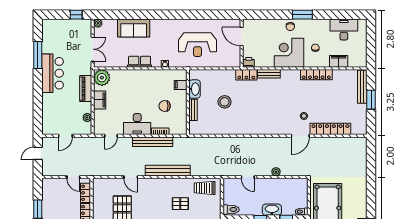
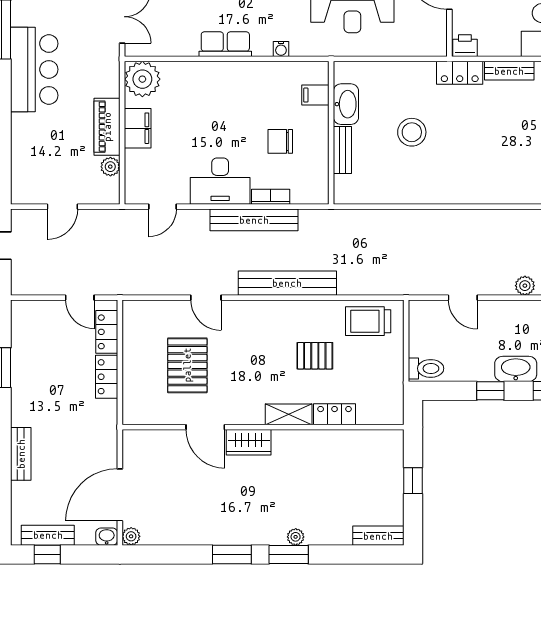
piano: (86, 89) -> (107, 127), moved

